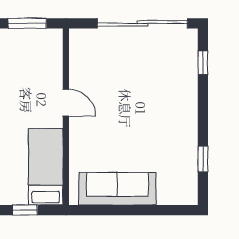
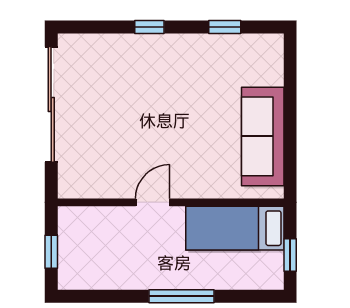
window: (27, 23) -> (51, 252), width x0.67
window: (203, 63) -> (149, 27), moved

